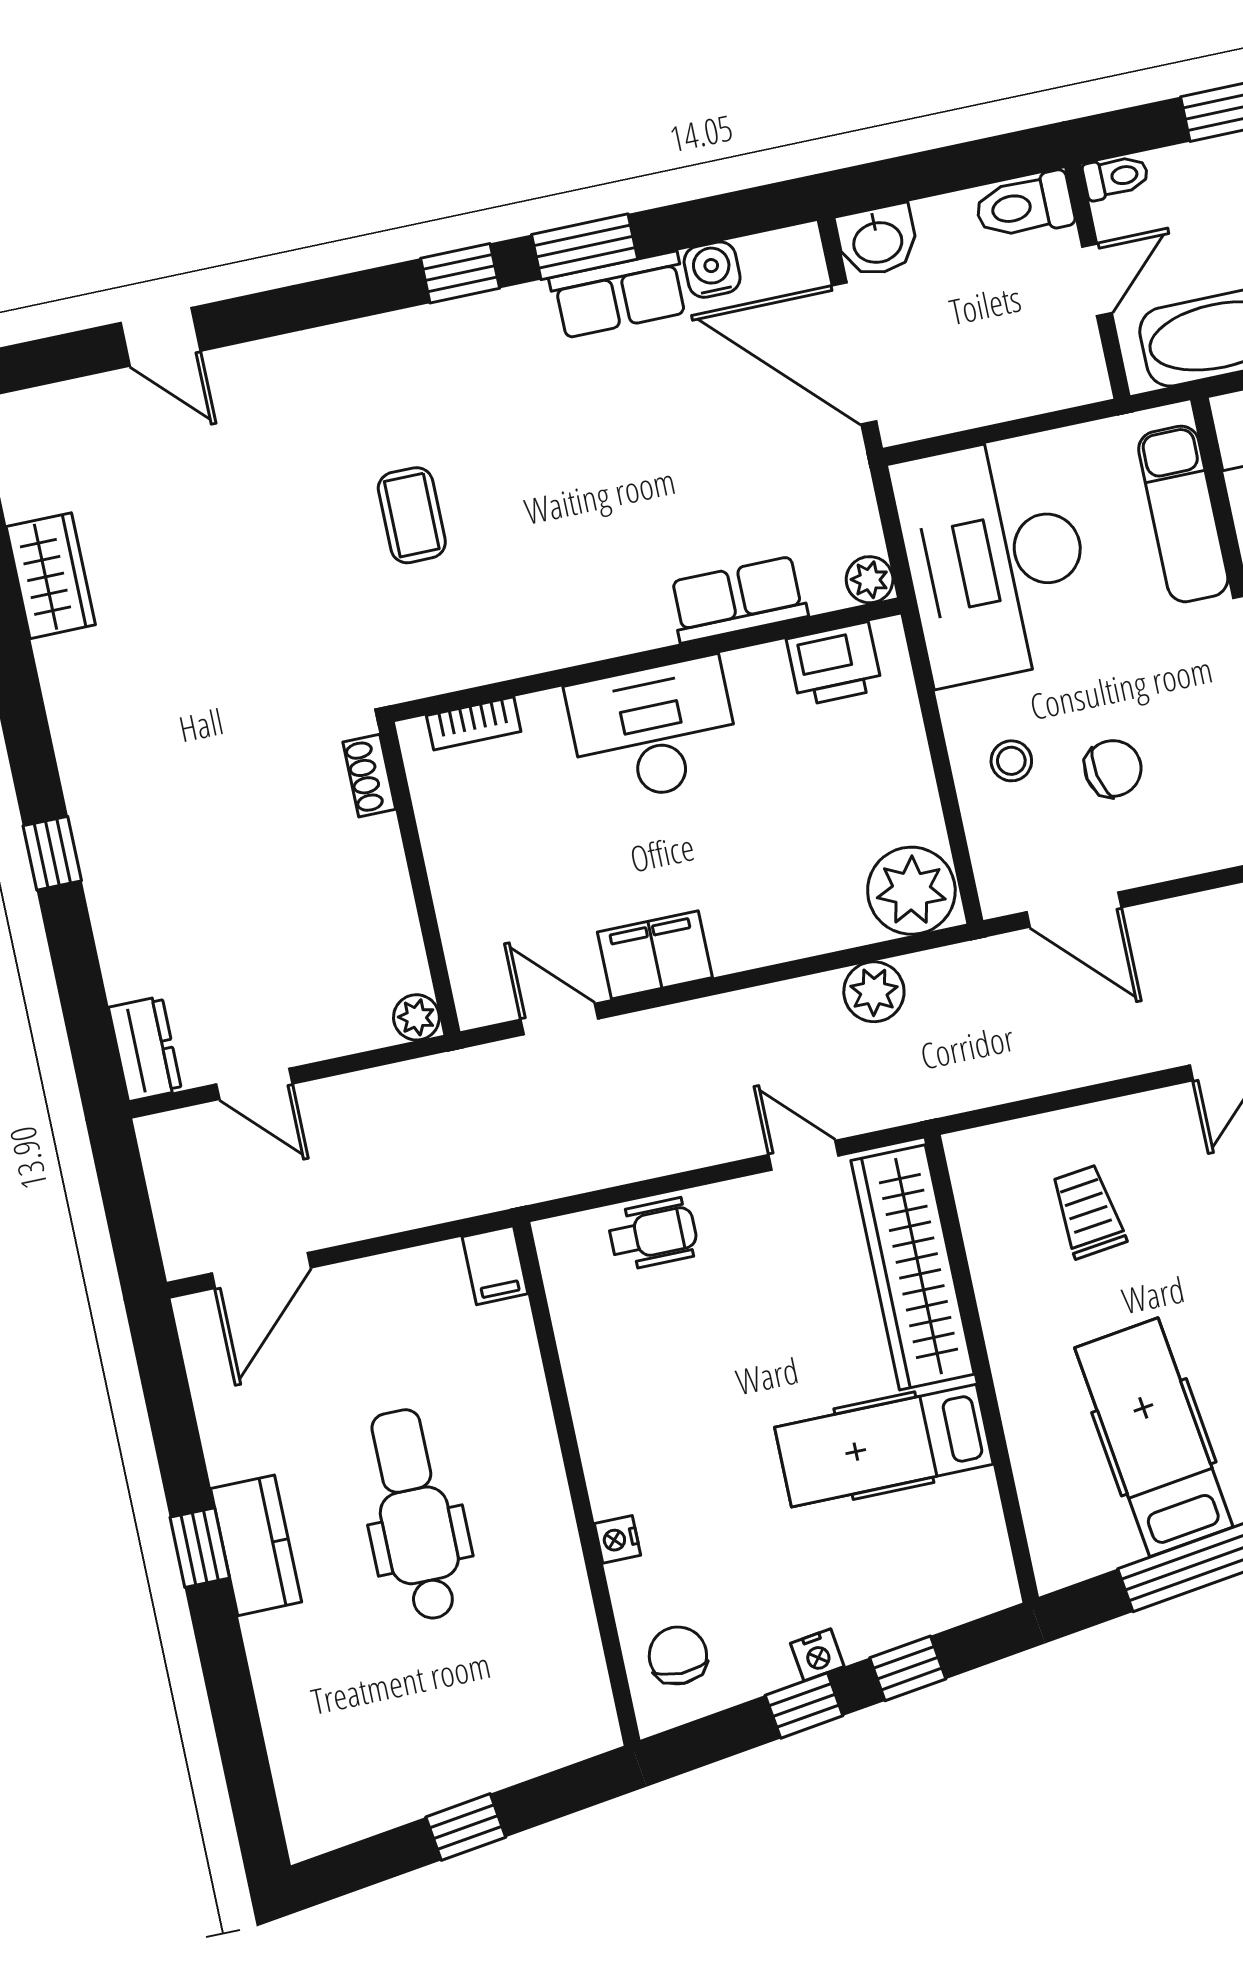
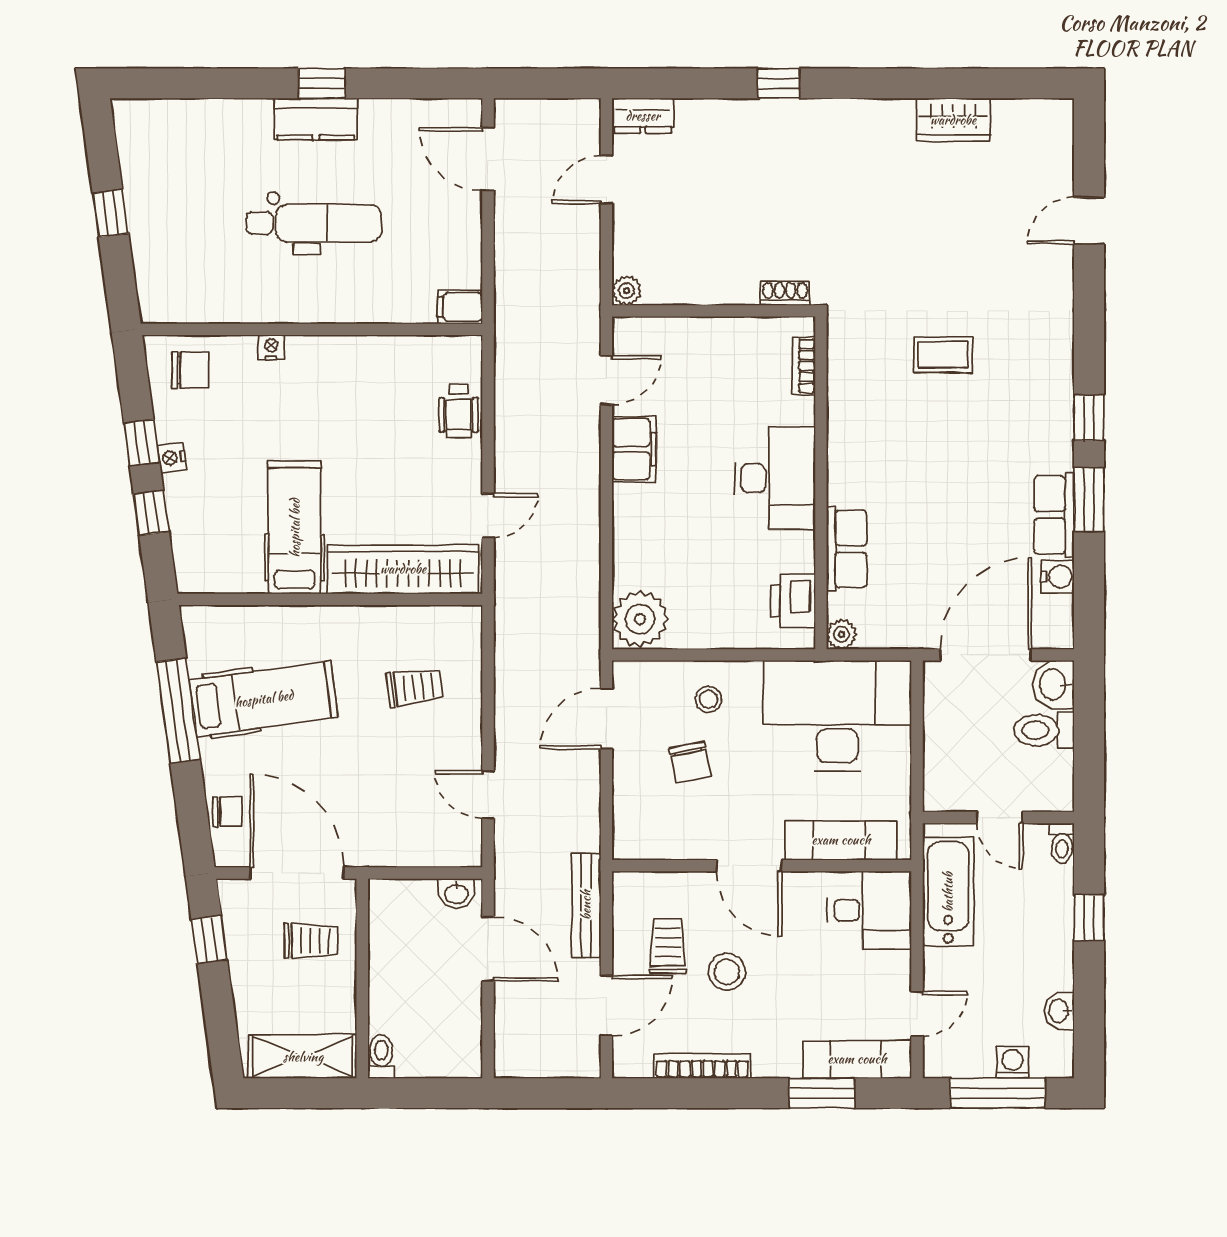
toilet: (1024, 206) -> (1044, 730), moved, turned -90
plant: (874, 992) -> (581, 582), removed

